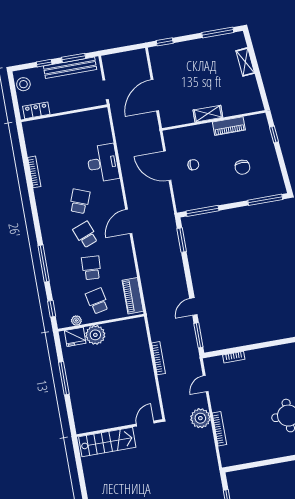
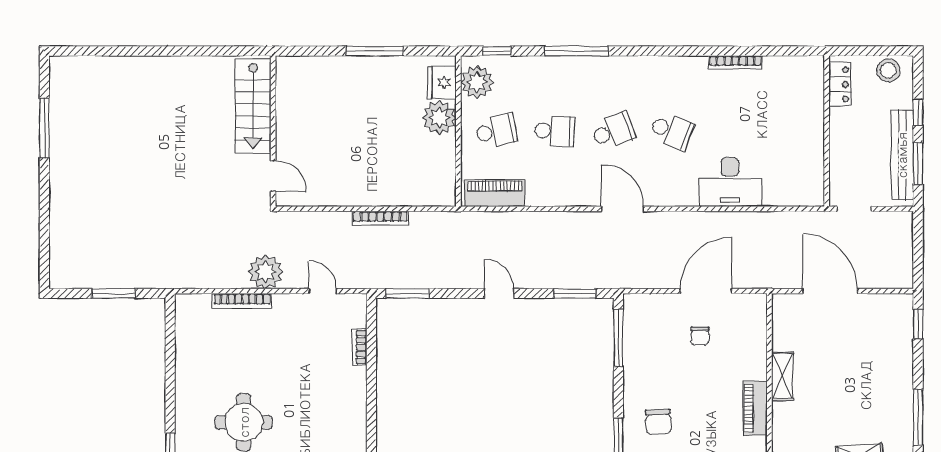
chair: (242, 167) -> (658, 422), moved, turned -93
door: (193, 307) -> (499, 293), moved
plant: (76, 321) -> (477, 82), width x1.88, depth x1.88

